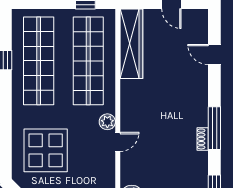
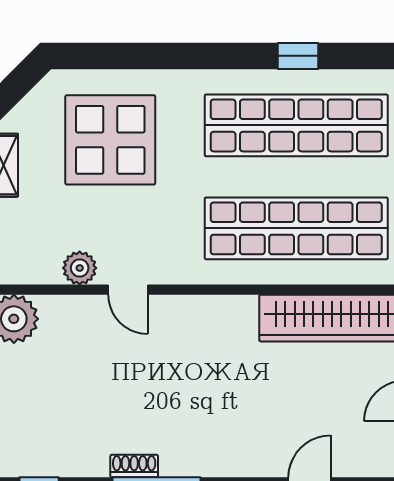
plant: (107, 122) -> (80, 268), moved

